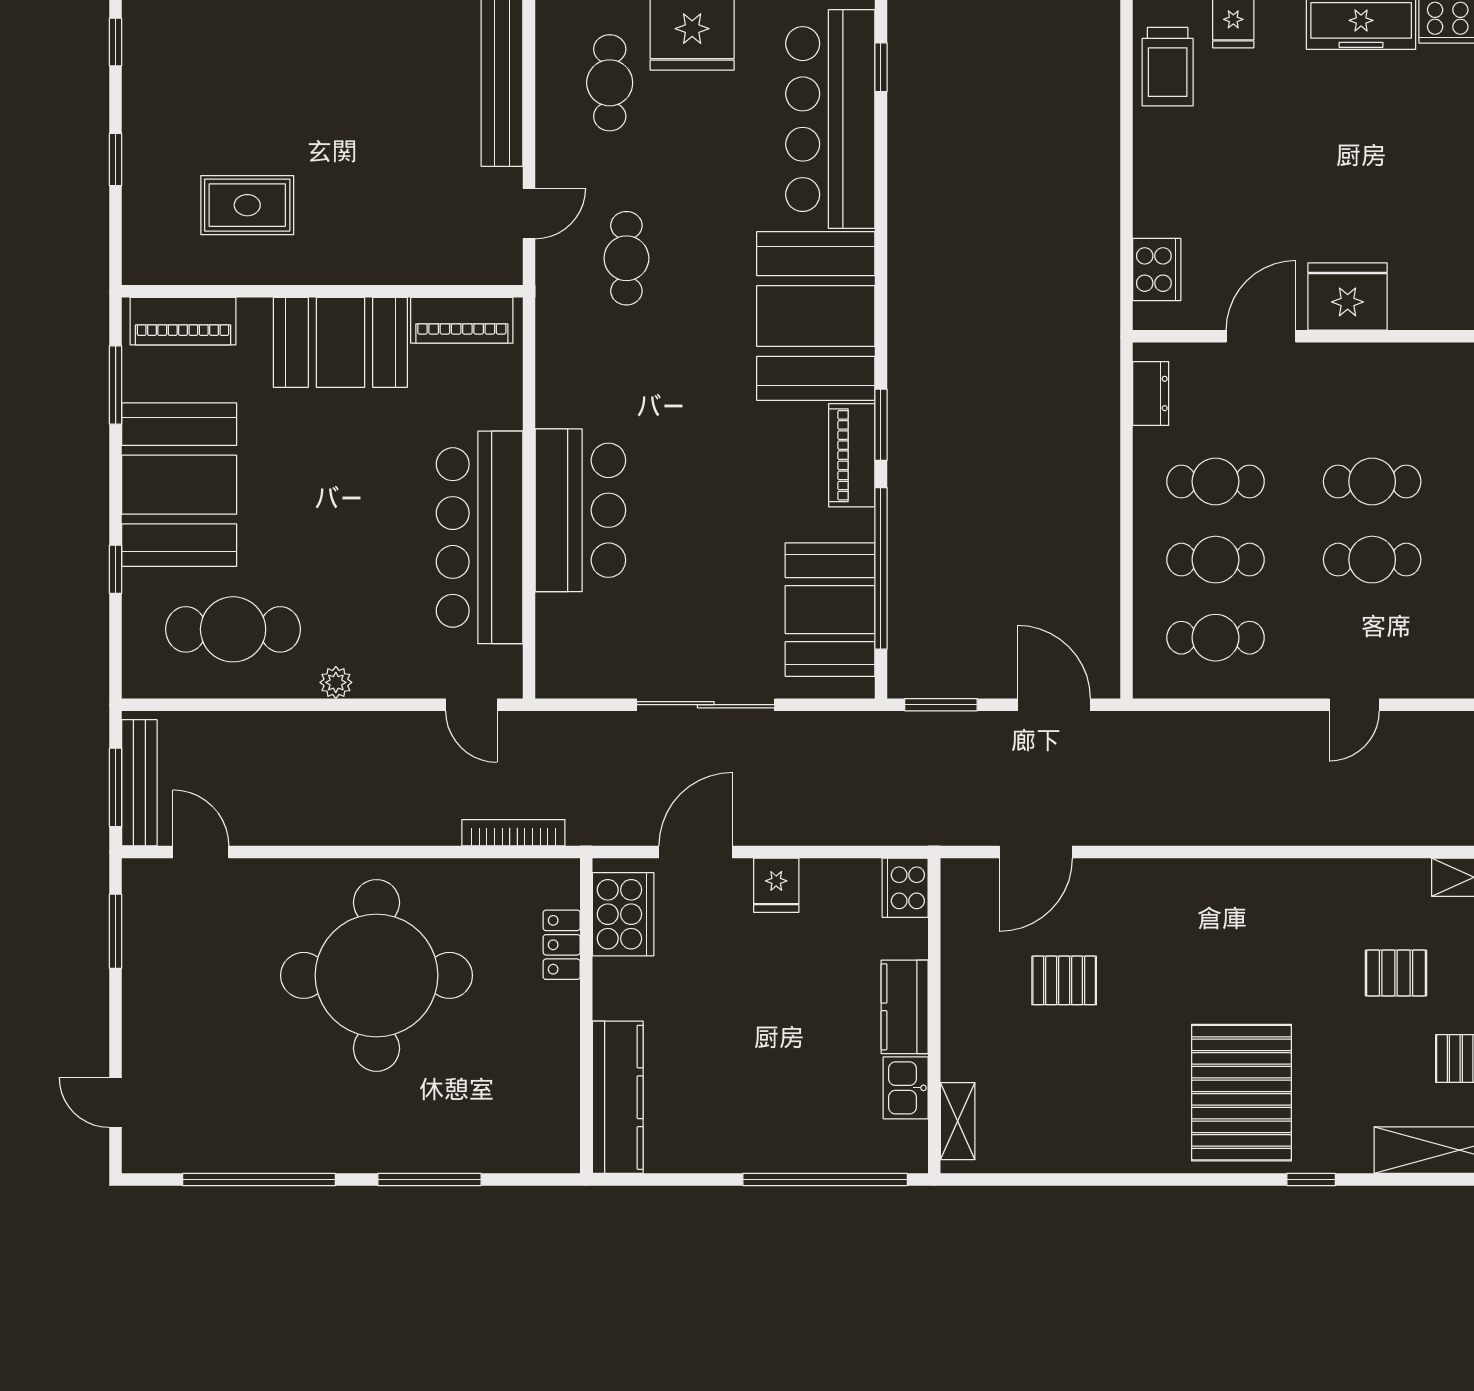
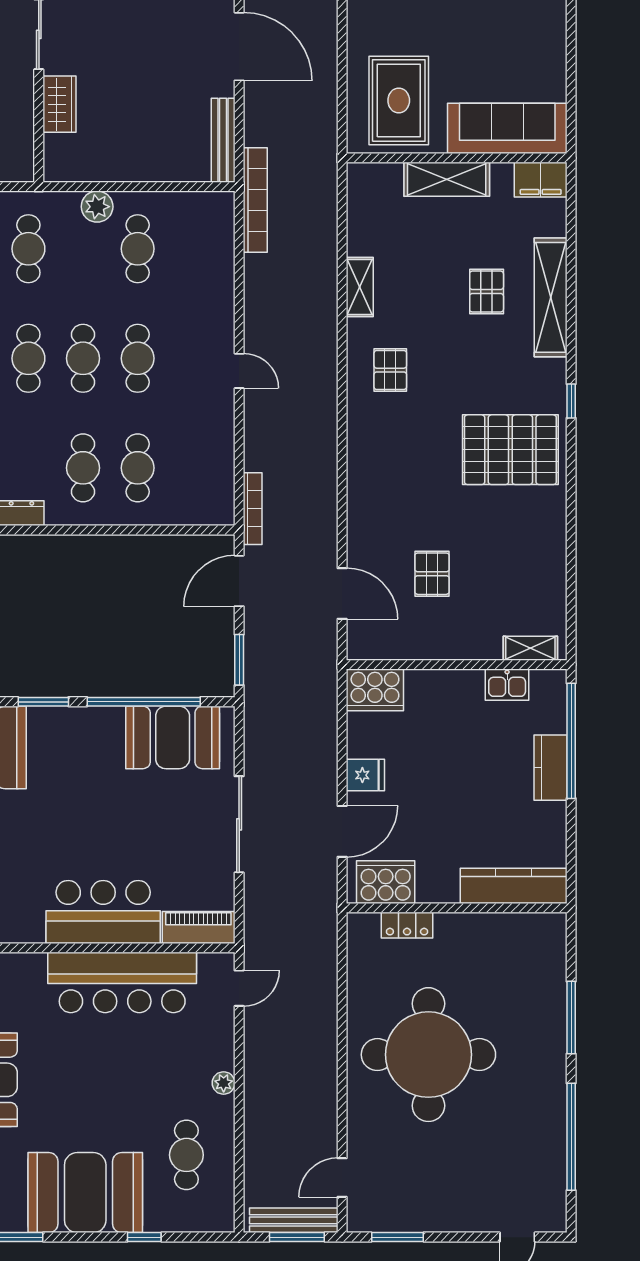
piano: (852, 455) -> (198, 927), moved, turned 180
cafe table: (233, 629) -> (186, 1155), width x0.73, depth x0.74
cafe table: (1215, 638) -> (28, 358), moved
bookcase: (513, 833) -> (253, 509), moved, turned 180
door: (696, 852) -> (342, 831), swing flipped
cooker: (905, 888) -> (375, 690), width x1.37, depth x1.31
pallet: (1396, 973) -> (390, 370), moved
kitchen counter: (905, 1007) -> (550, 768), moved, turned 90

